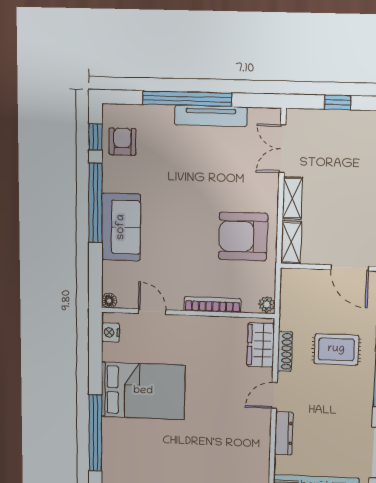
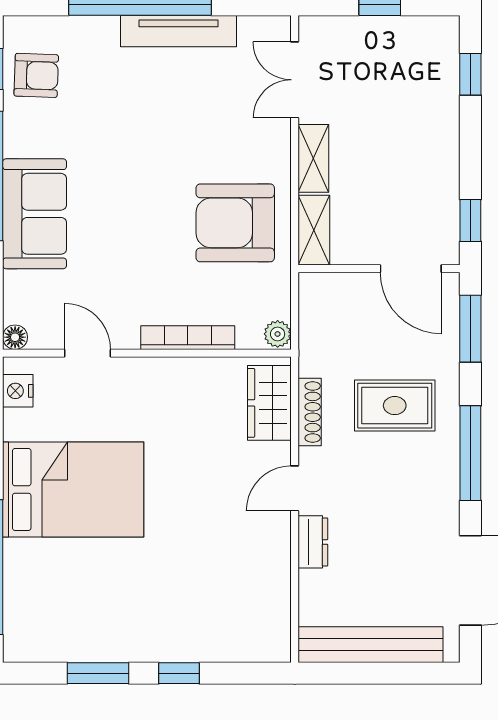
armchair: (122, 142) -> (36, 75), turned 92
dresser: (284, 433) -> (313, 542), width x0.70

